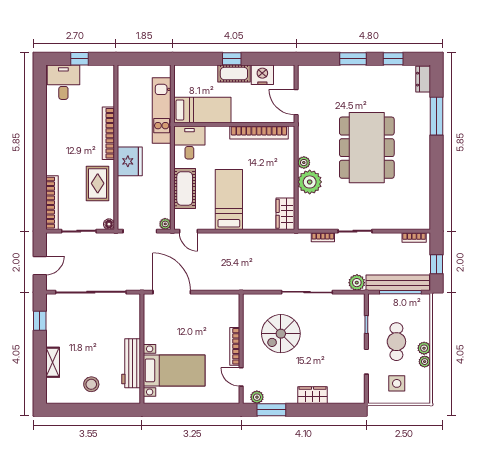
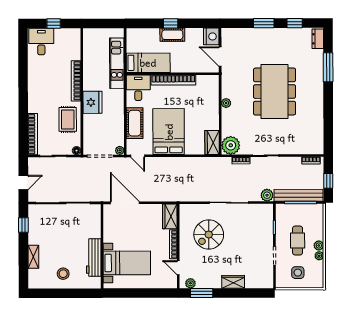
nightstand: (262, 75) -> (211, 36), moved, turned 90
bookcase: (259, 132) -> (173, 80), moved
plant: (310, 182) -> (231, 145), moved
bed: (229, 200) -> (169, 132), width x1.50
wardrobe: (230, 310) -> (170, 216), added

